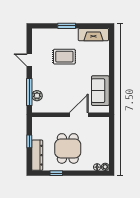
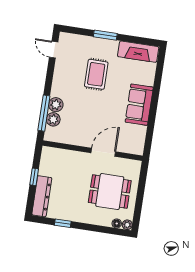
rug: (64, 57) -> (96, 74), turned 90
door: (29, 60) -> (54, 50), moved
plant: (37, 84) -> (56, 105), added
sofa: (100, 91) -> (139, 105), moved
dining table: (68, 148) -> (110, 192), moved, turned 90

